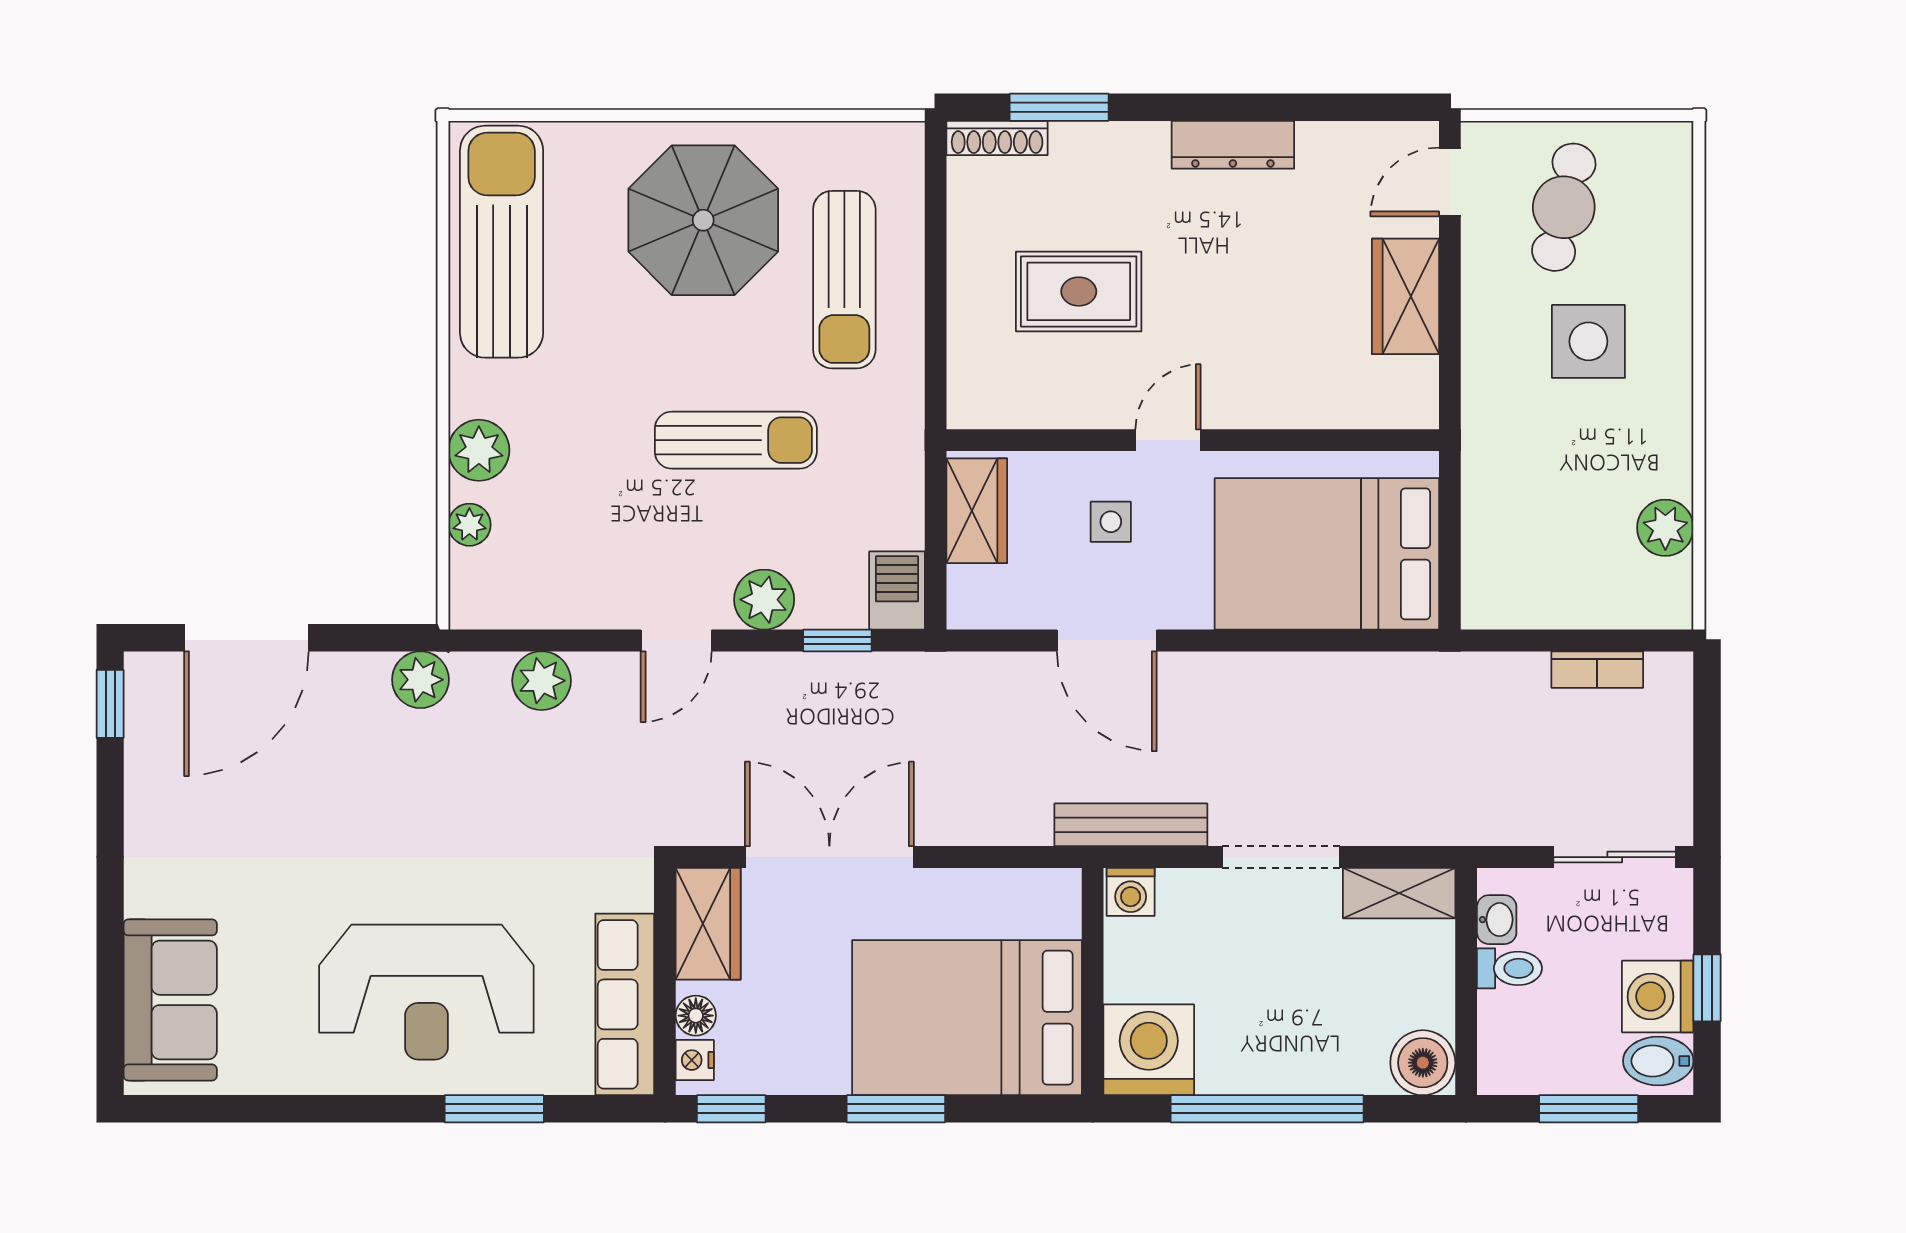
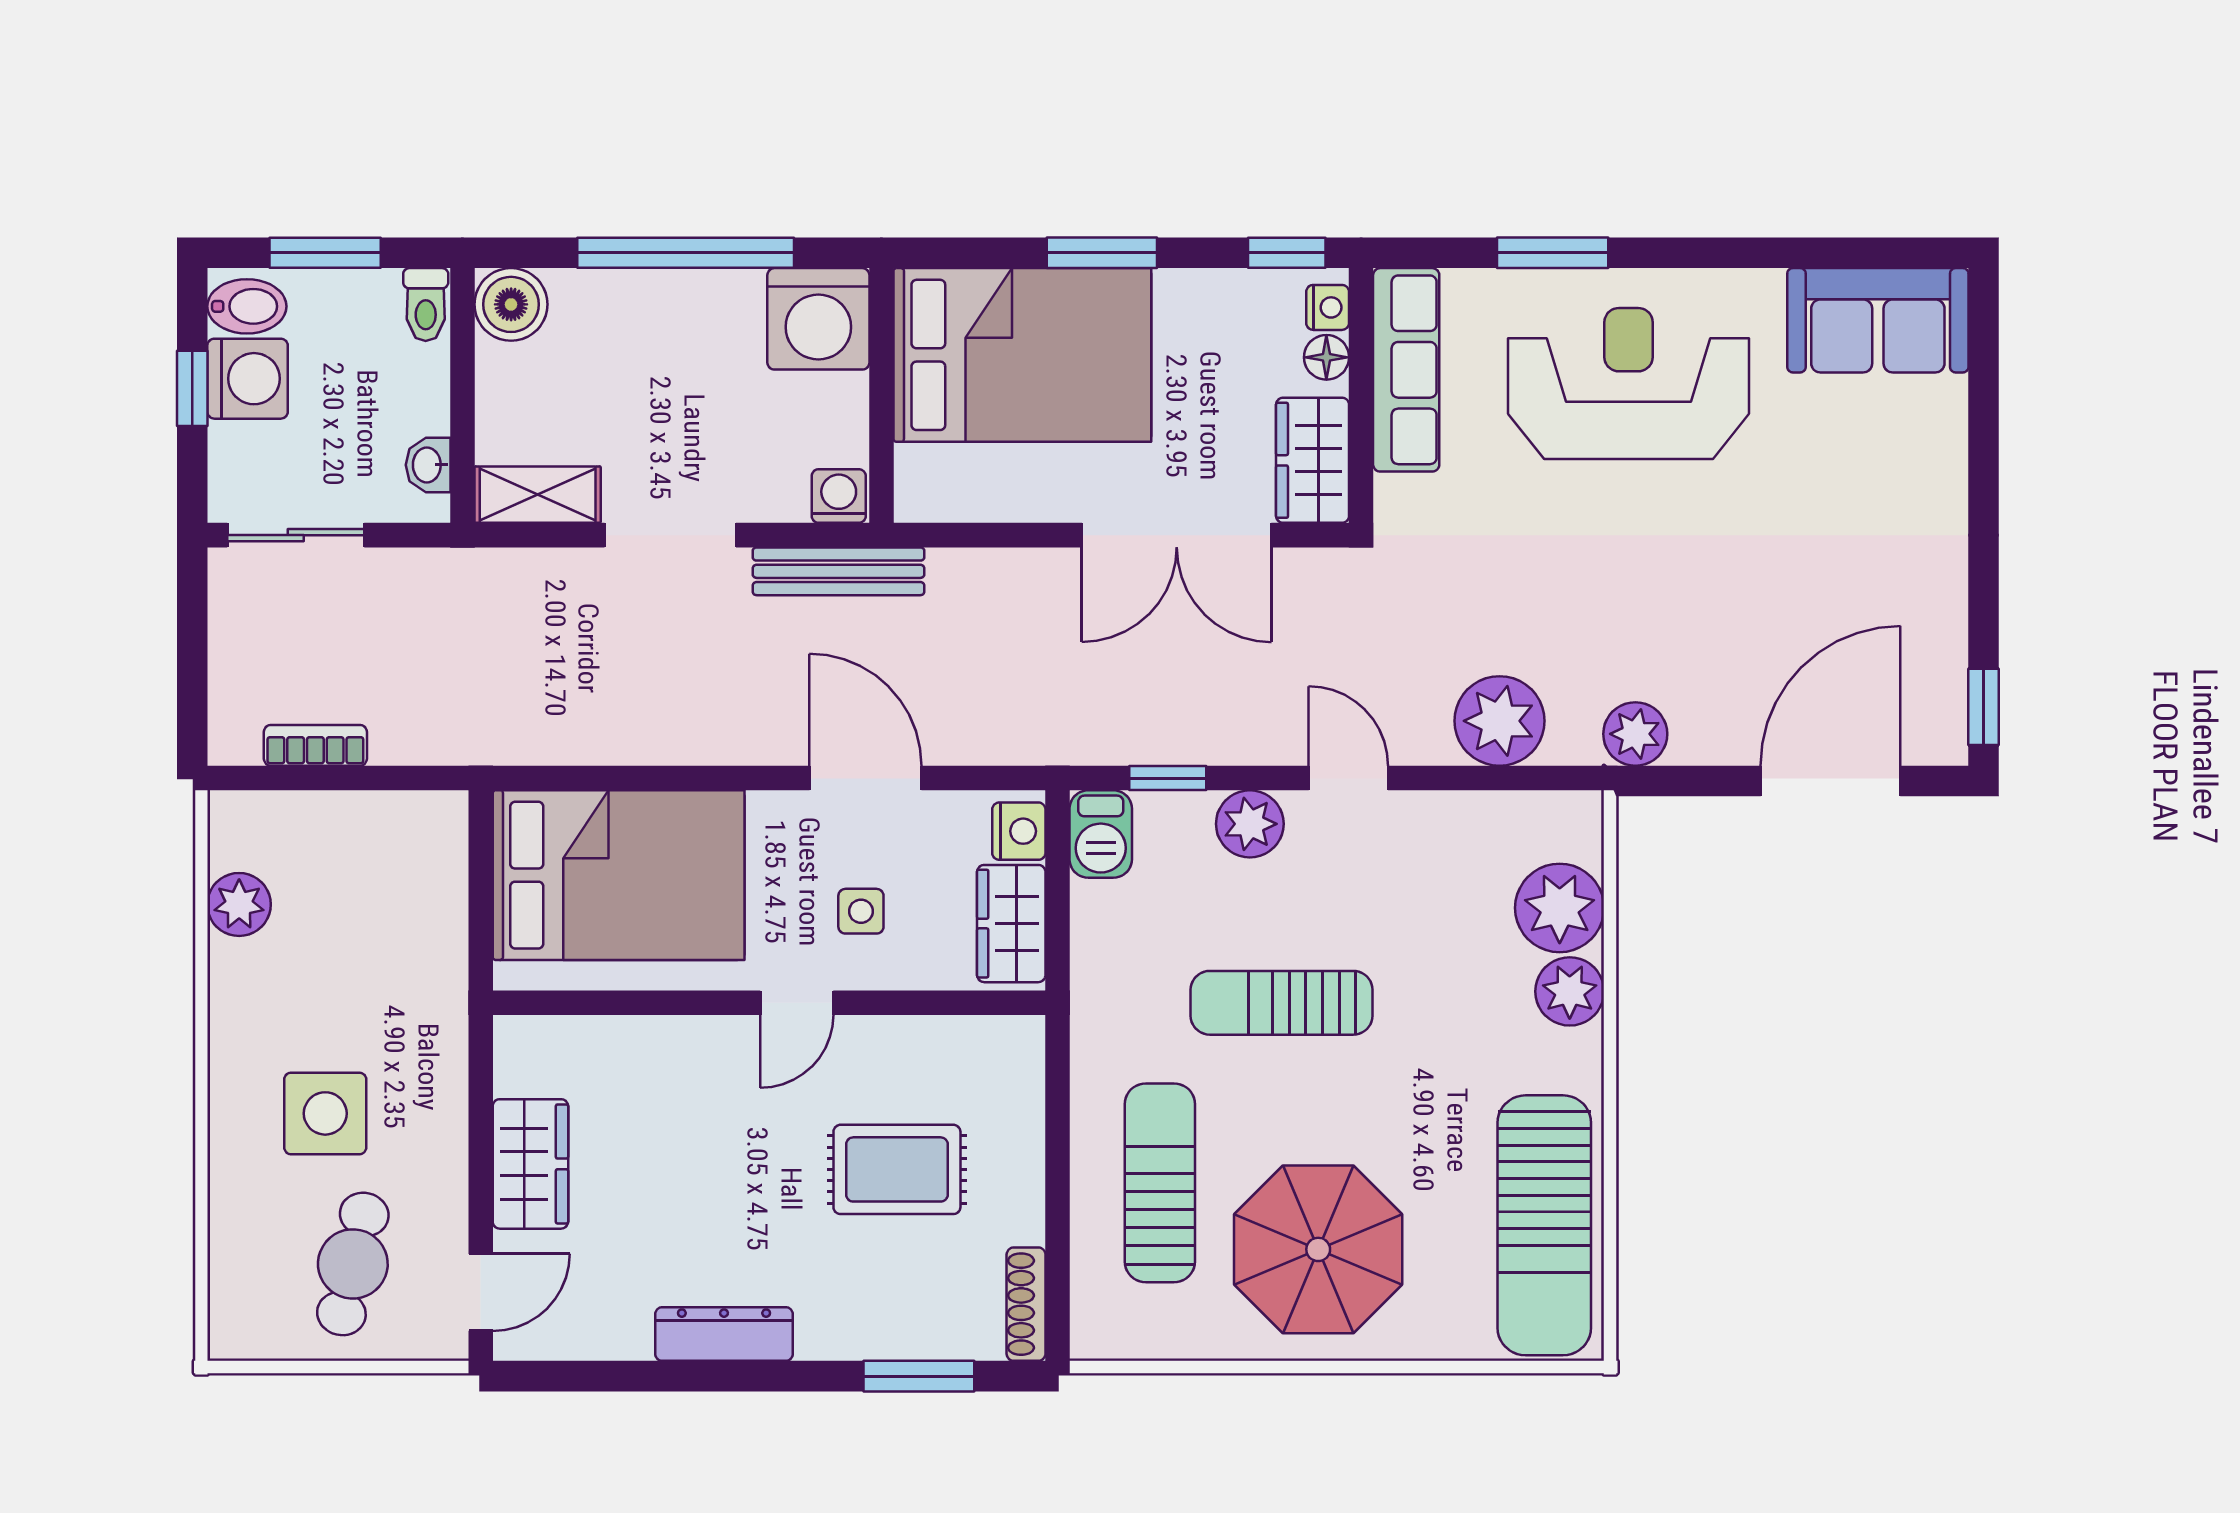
shoe rack: (997, 138) -> (1026, 1304), moved, turned -90
plant: (469, 525) -> (1560, 908), width x1.88, depth x1.88
nightstand: (970, 593) -> (1019, 831), added
door: (676, 640) -> (1348, 778), hinge flipped
plant: (542, 681) -> (1499, 721), width x1.36, depth x1.36
toilet: (1509, 968) -> (426, 304), moved, turned -90
sofa: (170, 1000) -> (1878, 320), moved, turned -90

